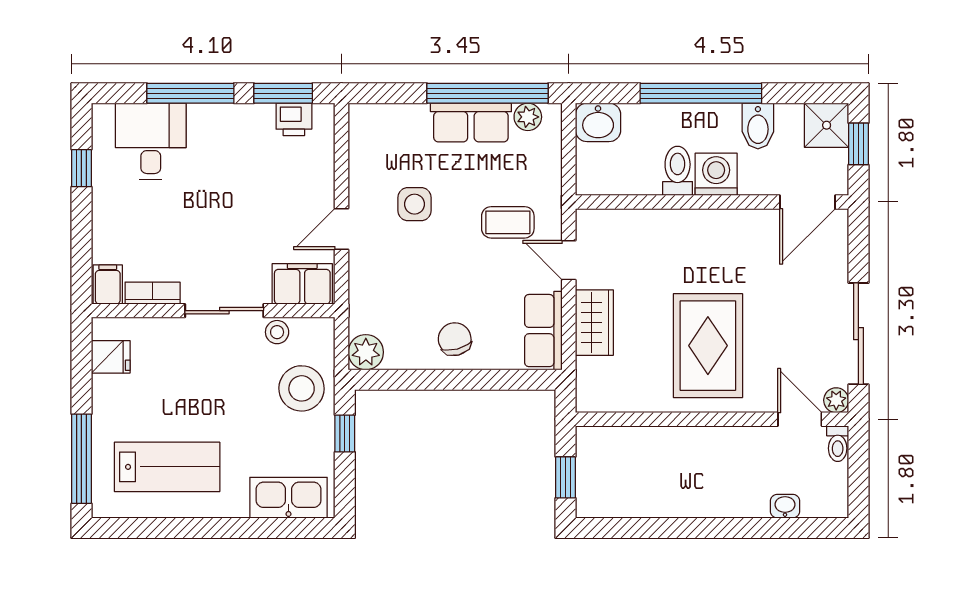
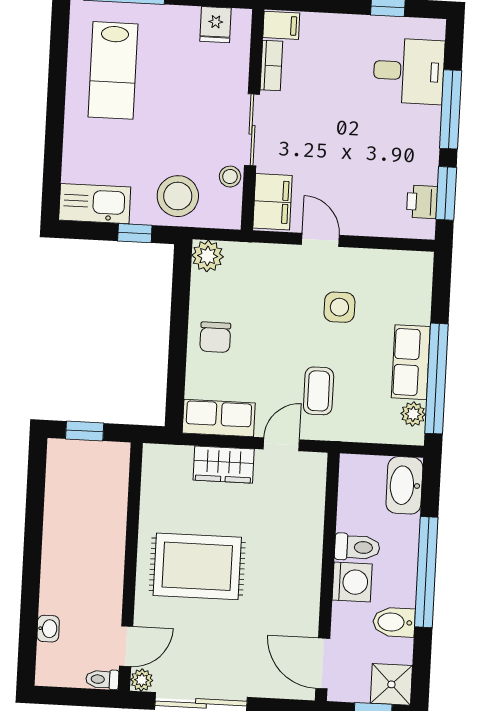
washbasin: (598, 122) -> (404, 485), width x1.38
chair: (455, 339) -> (215, 337), turned 105
kitchen sink: (289, 498) -> (95, 204), moved, turned -90

